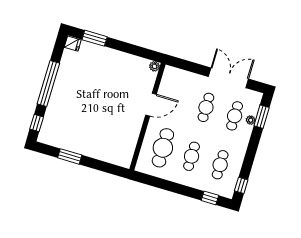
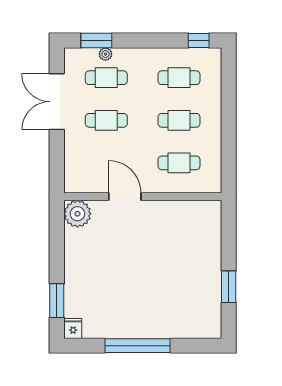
plant: (154, 66) -> (77, 214), width x1.88, depth x1.88
window: (37, 123) -> (196, 346), removed
cafe table: (163, 148) -> (179, 163), width x0.73, depth x0.74
window: (210, 198) -> (229, 78), removed

